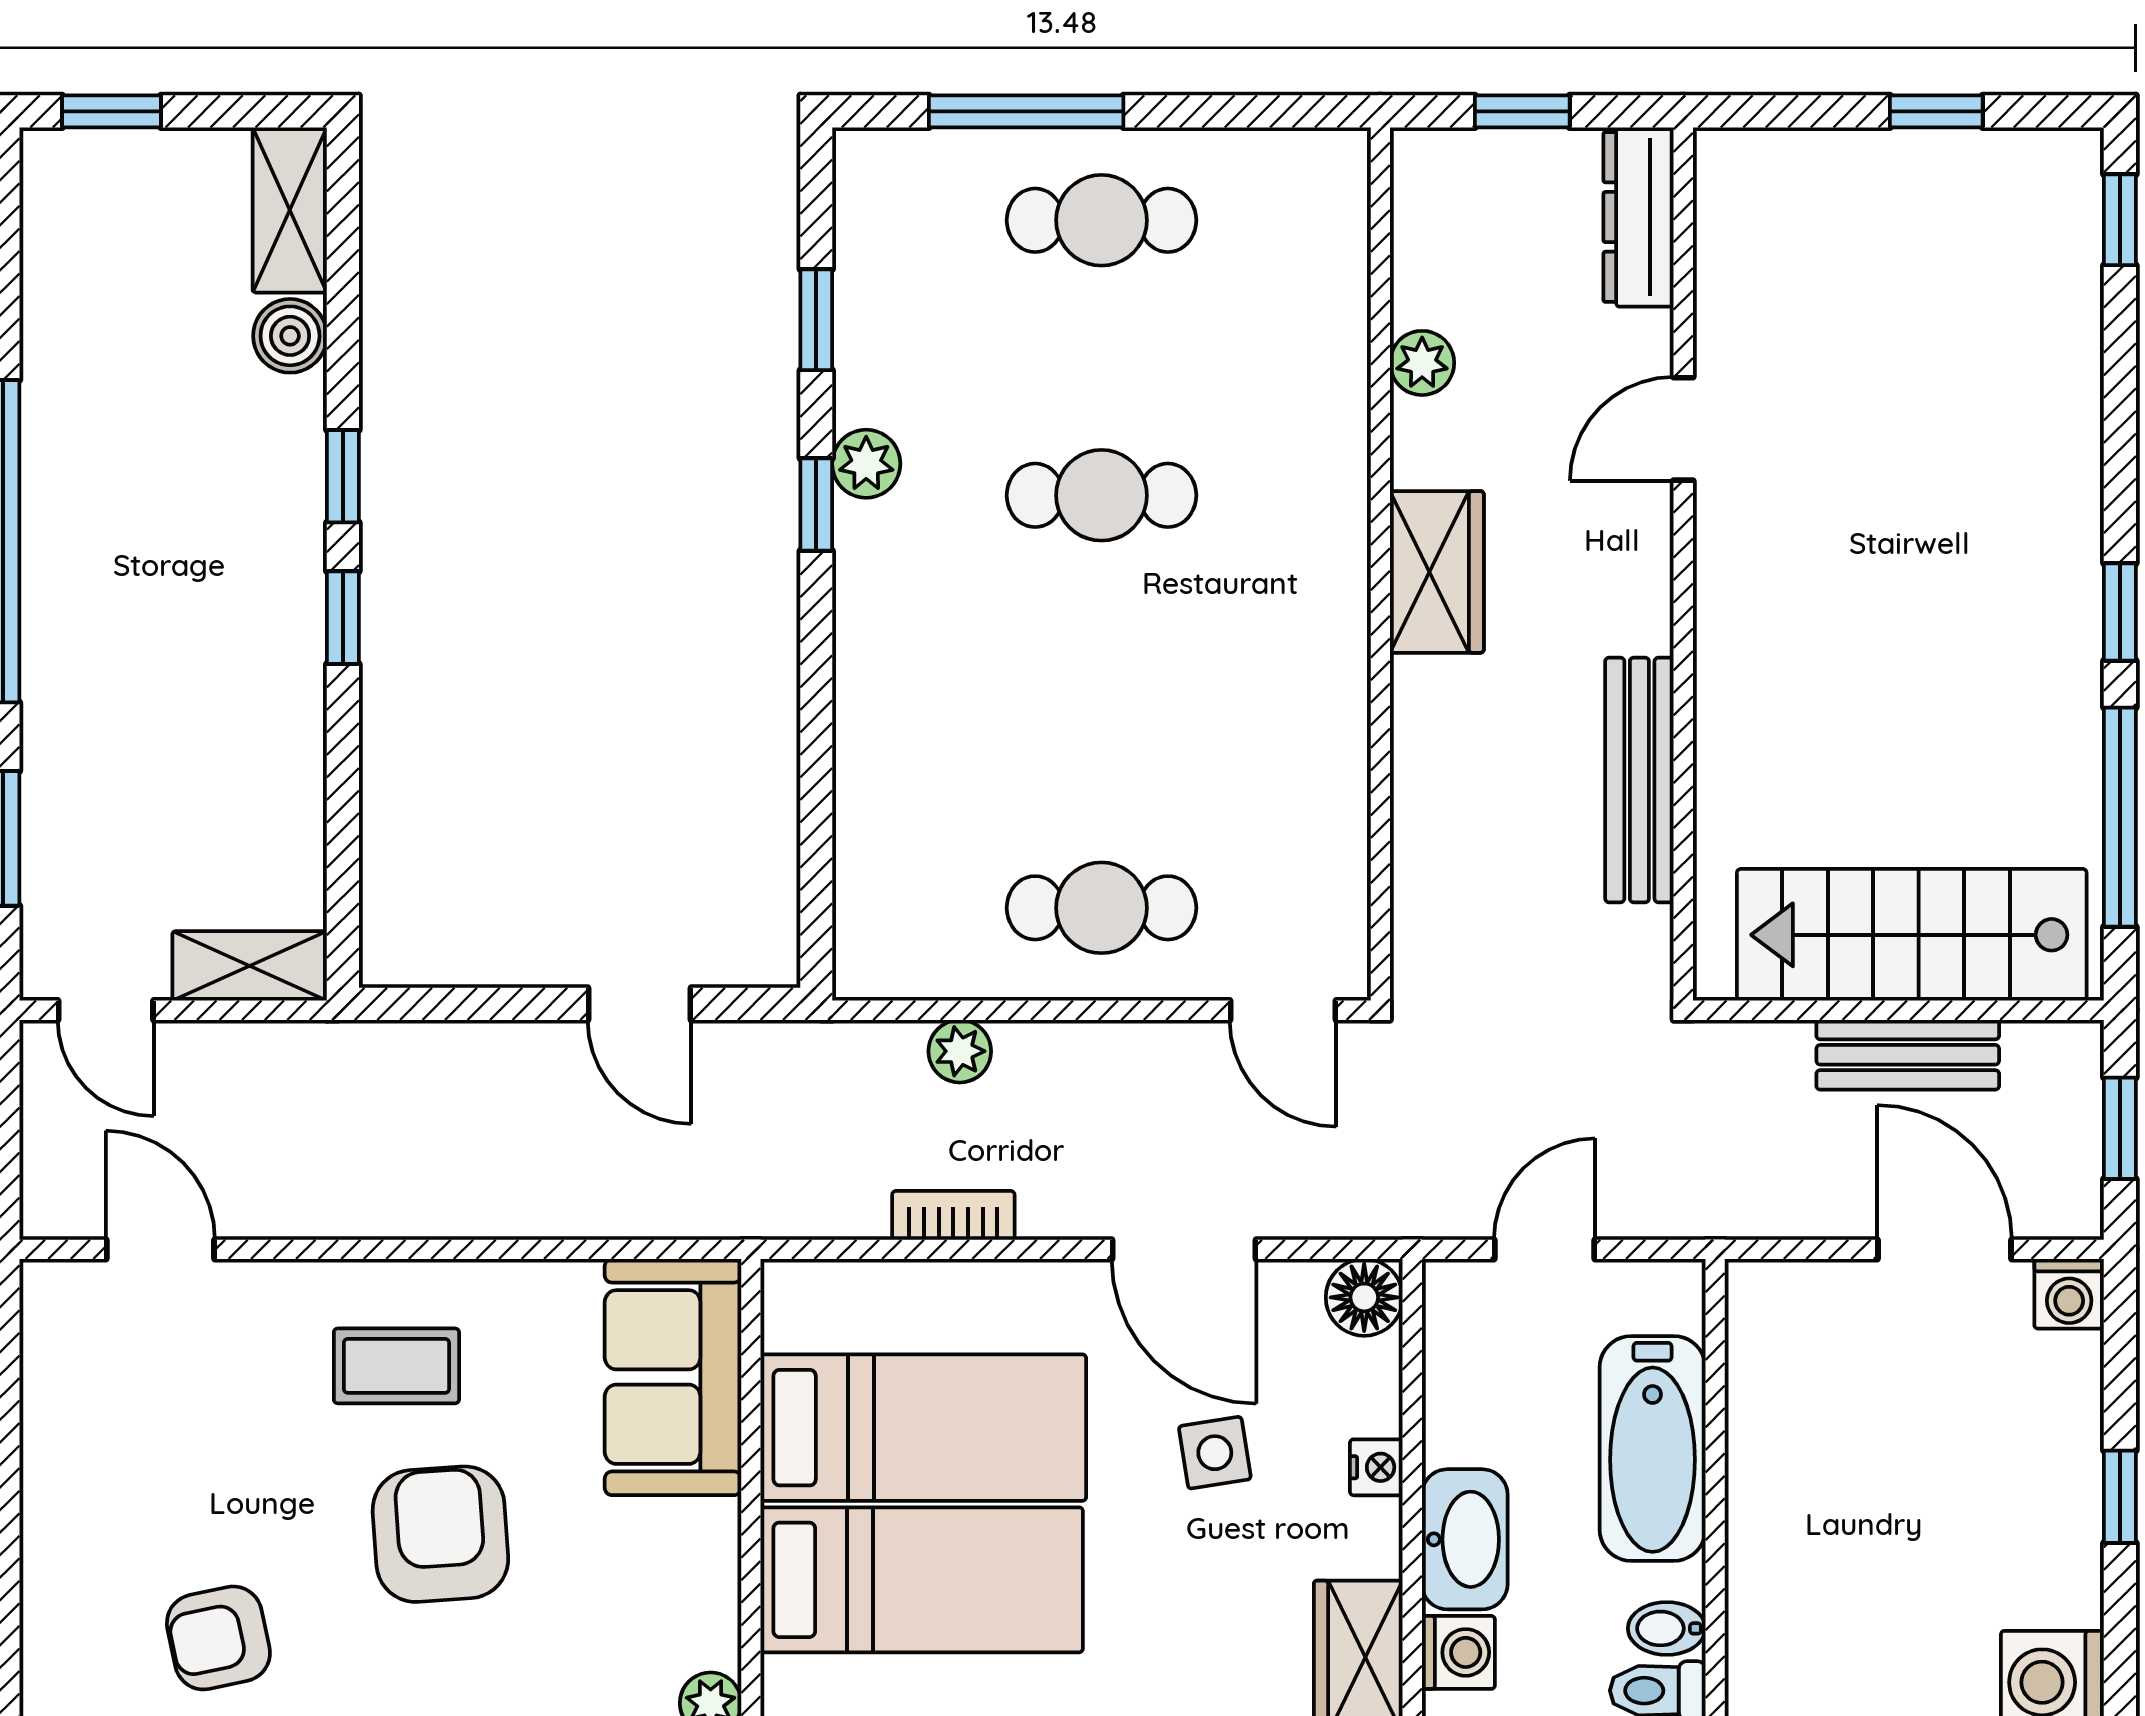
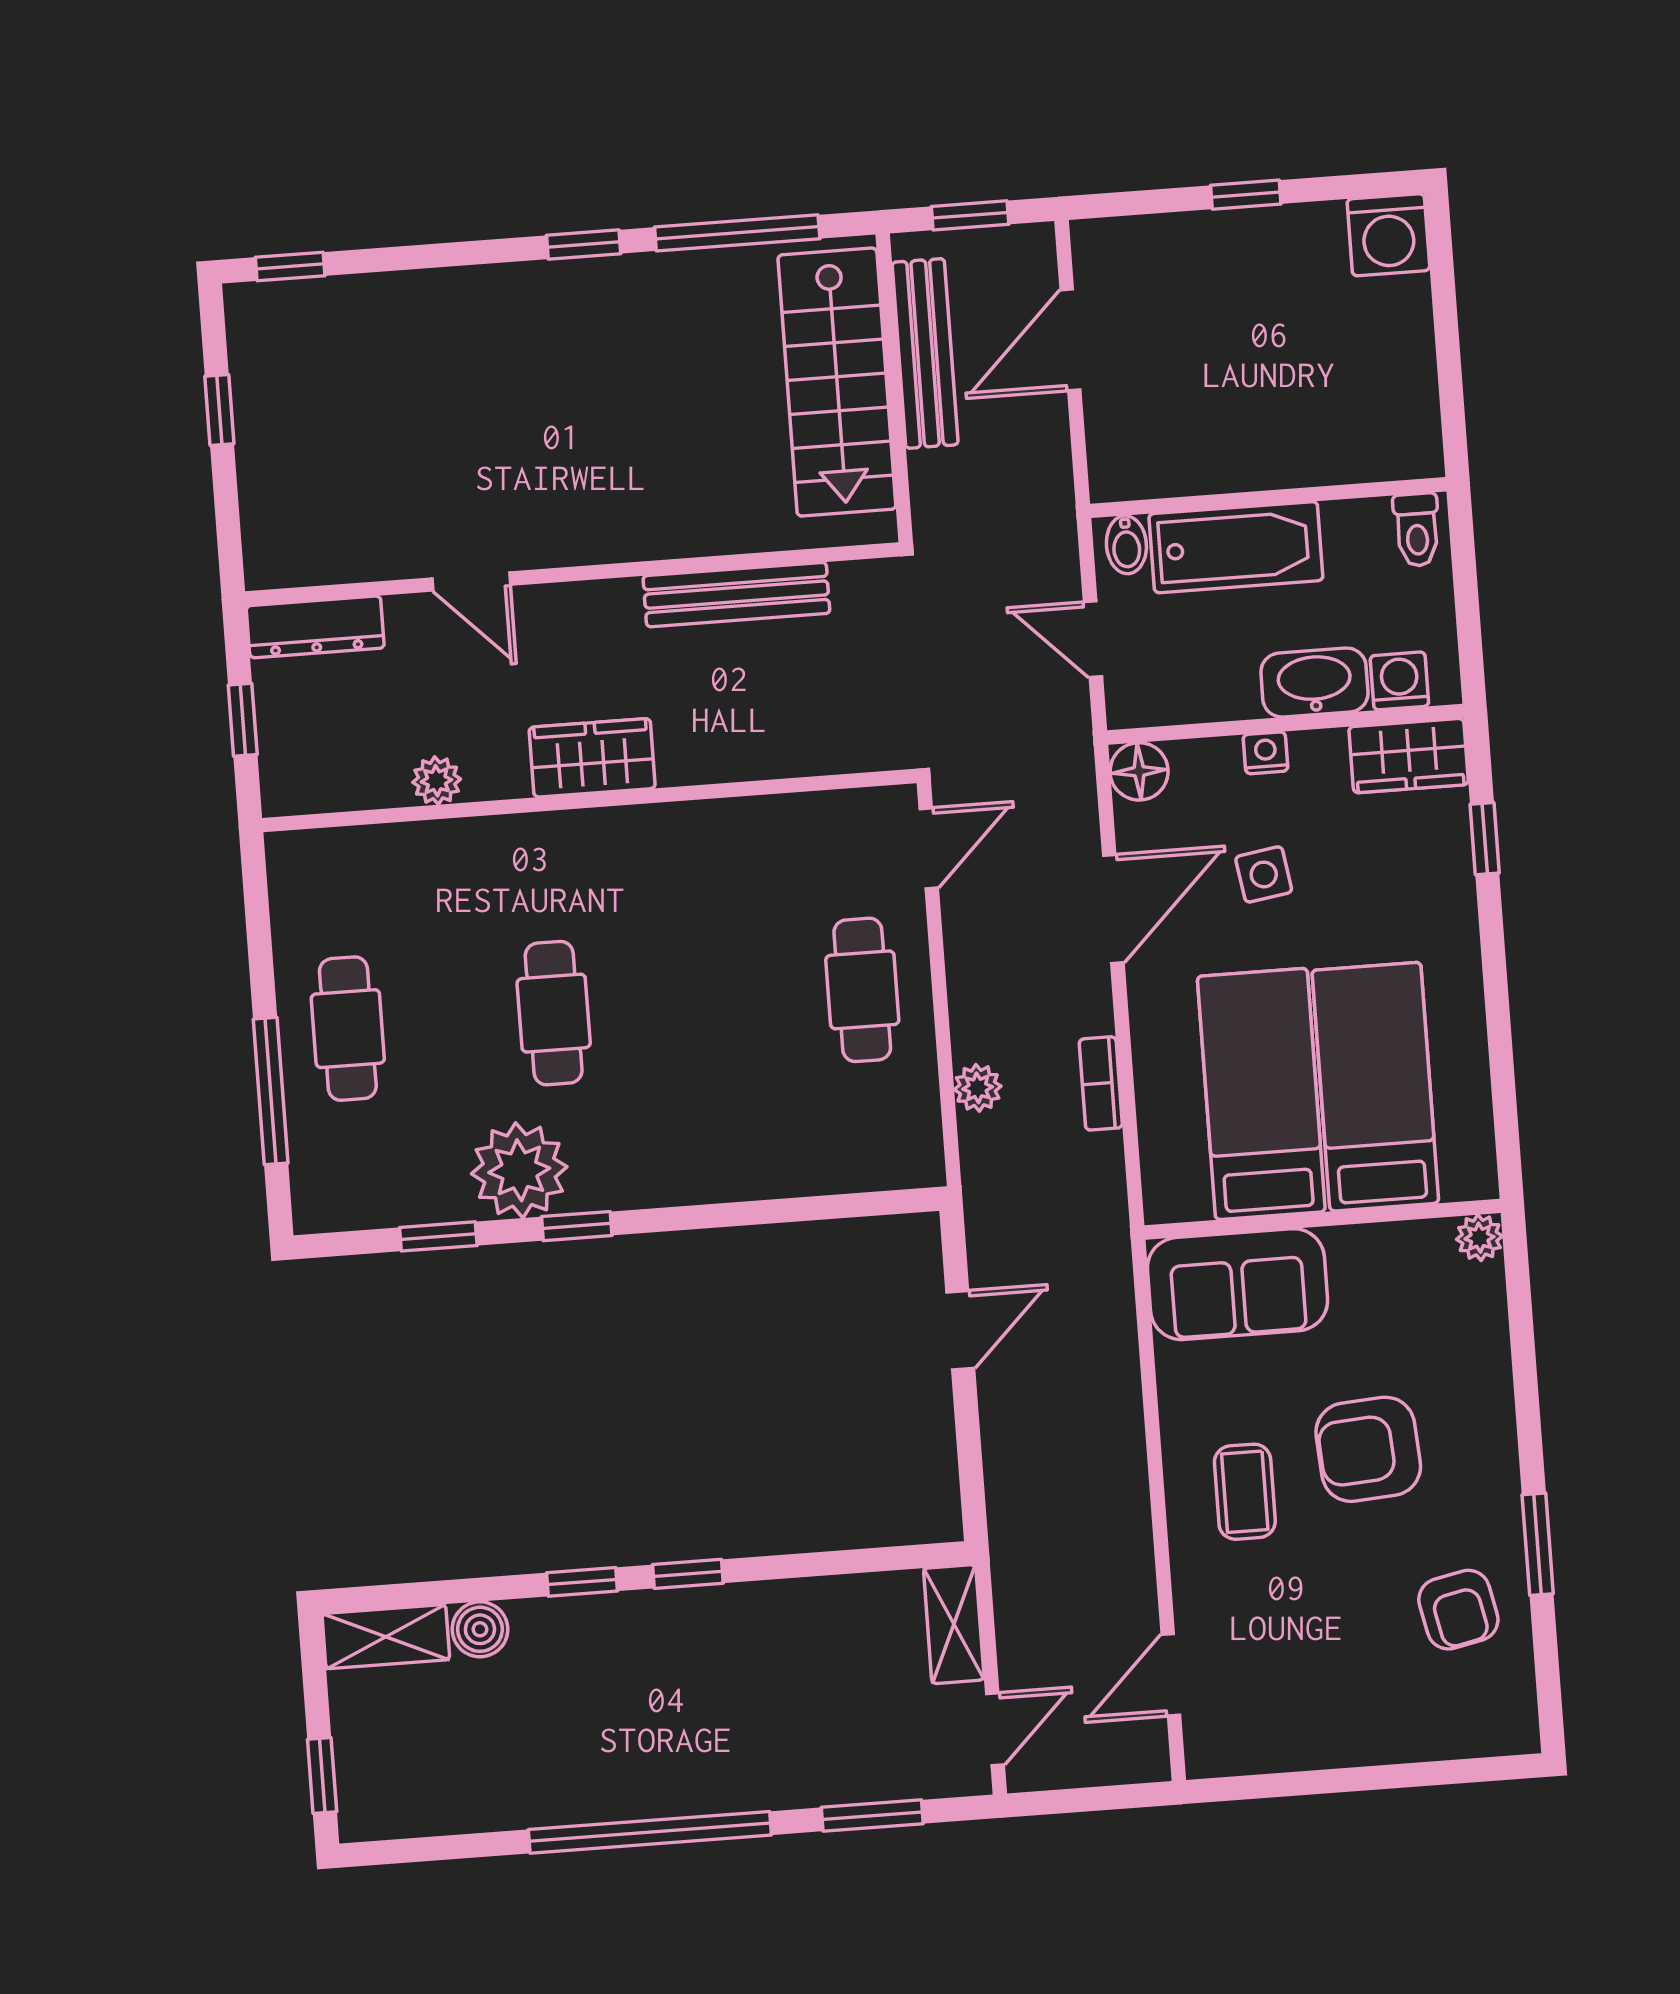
plant: (866, 464) -> (519, 1170), width x1.88, depth x1.88
bench: (1908, 1055) -> (925, 353), width x1.36
washing machine: (2069, 1294) -> (1097, 244), removed
bidet: (1667, 1628) -> (1126, 545), moved

